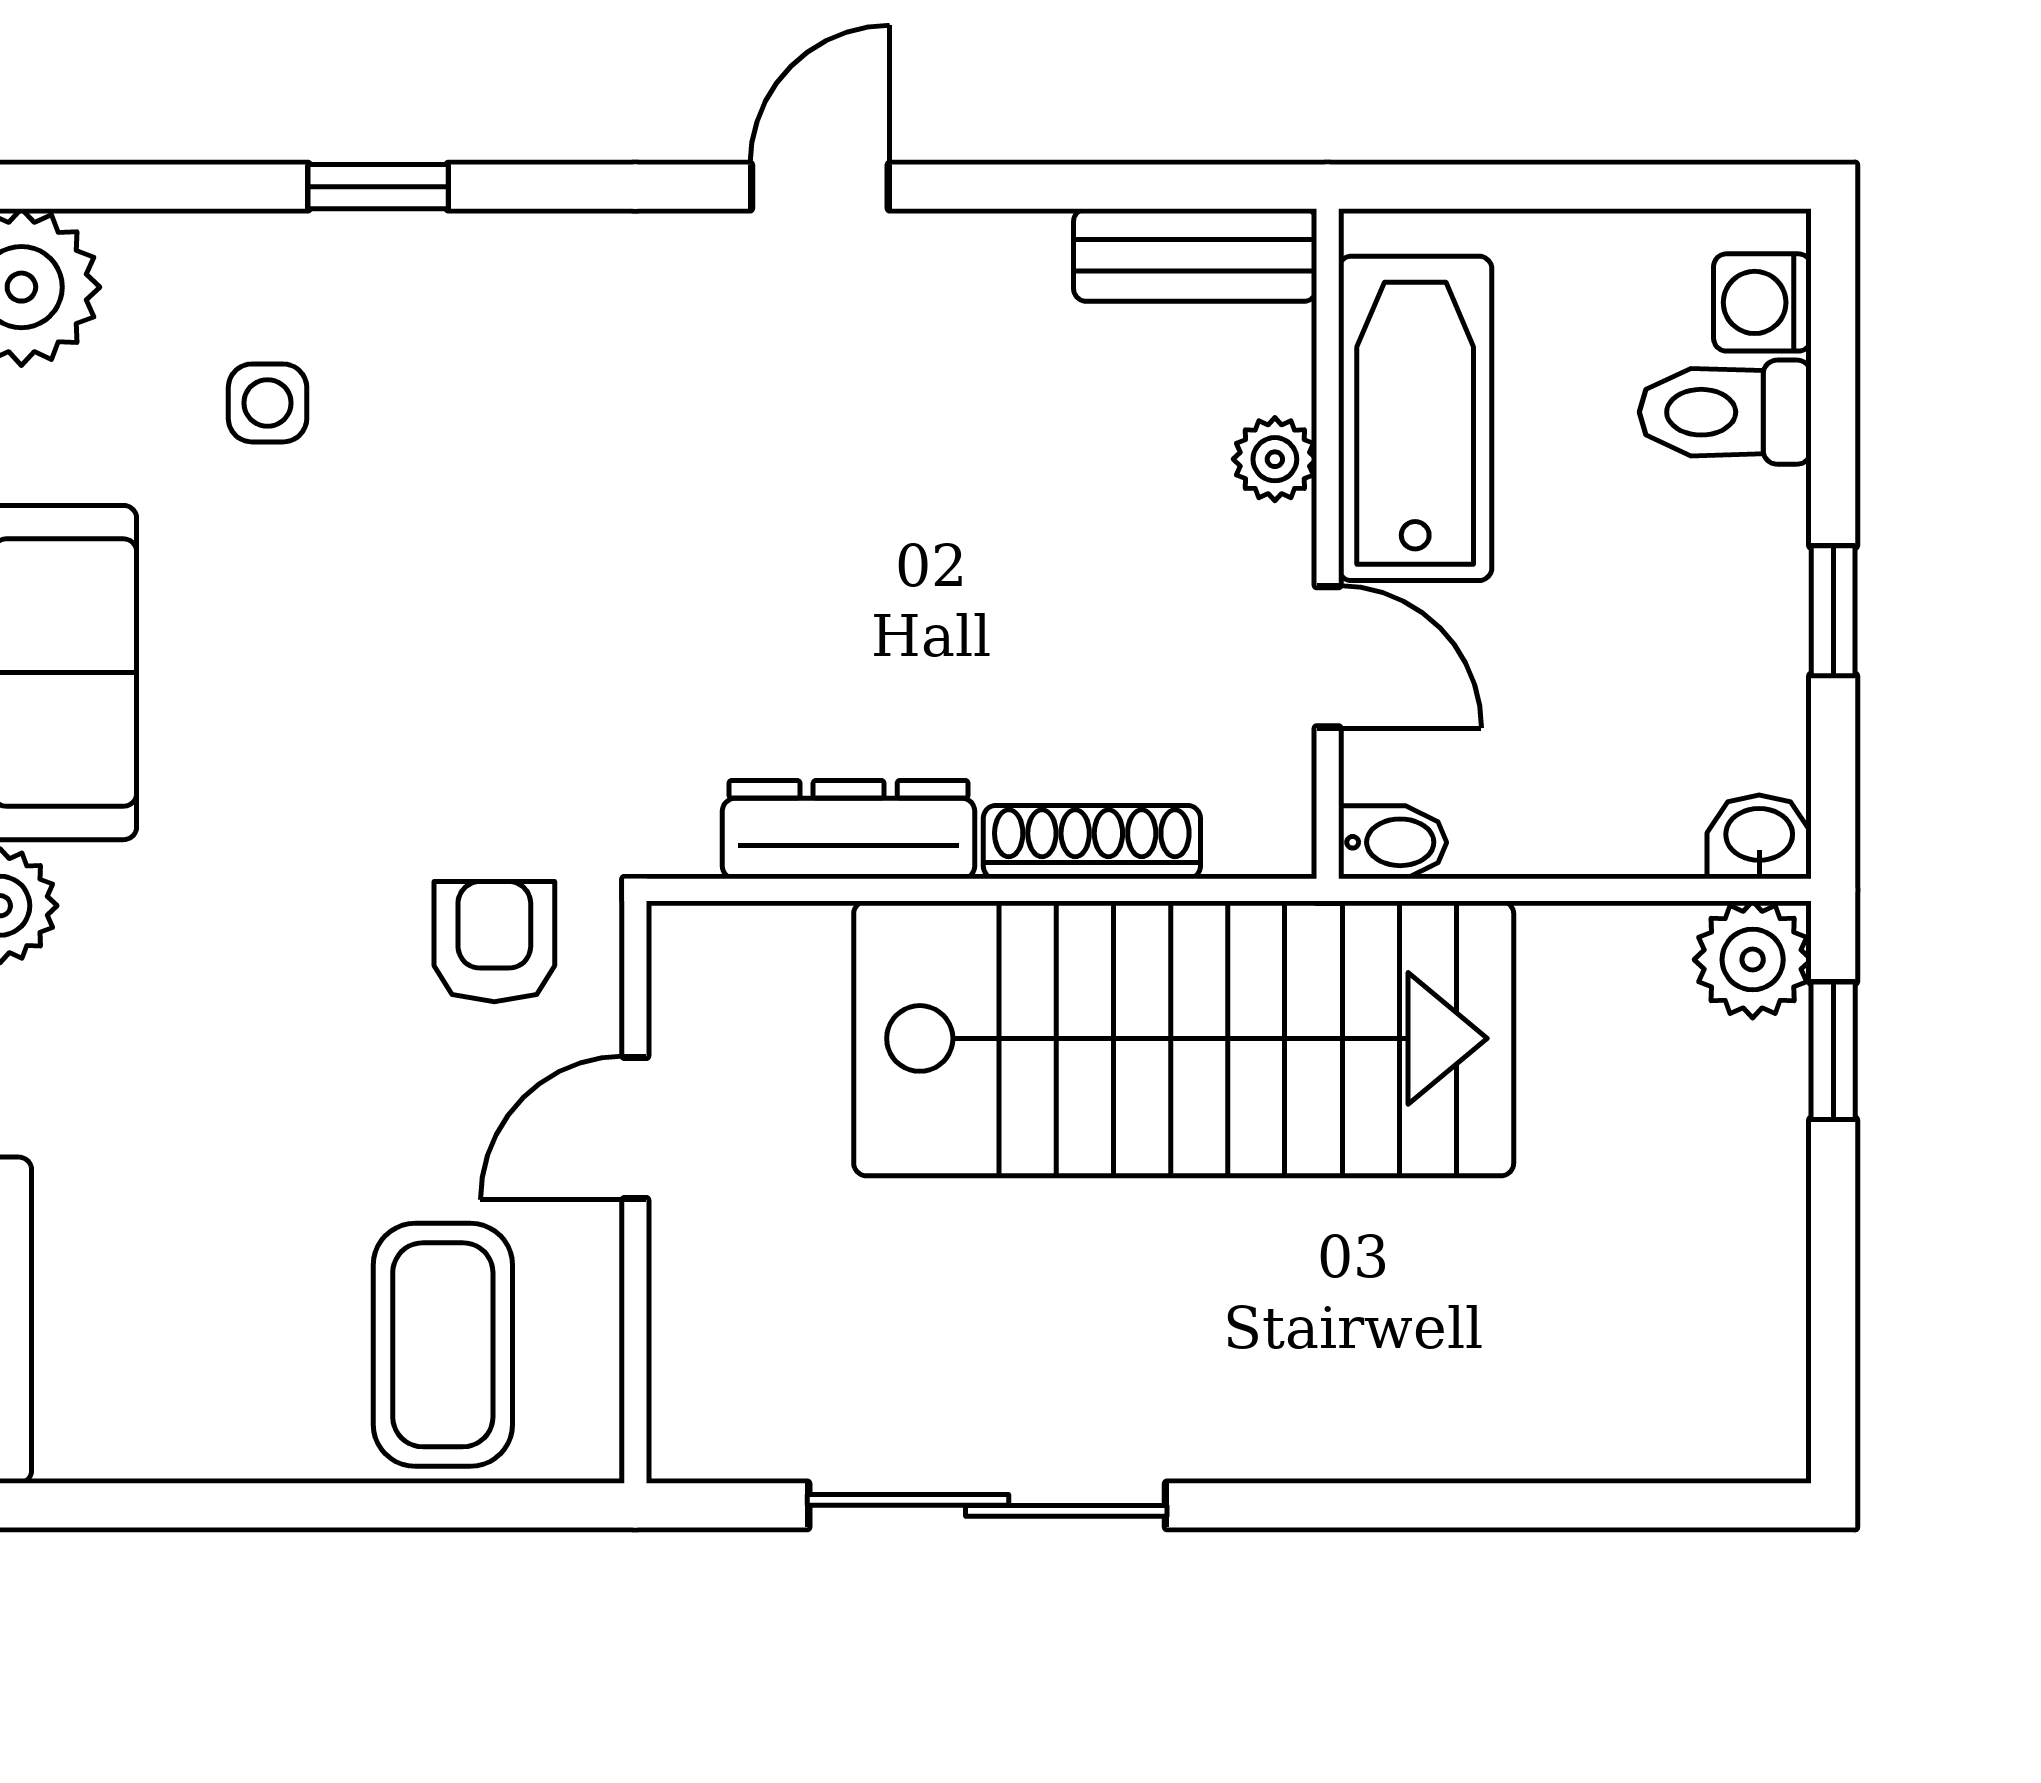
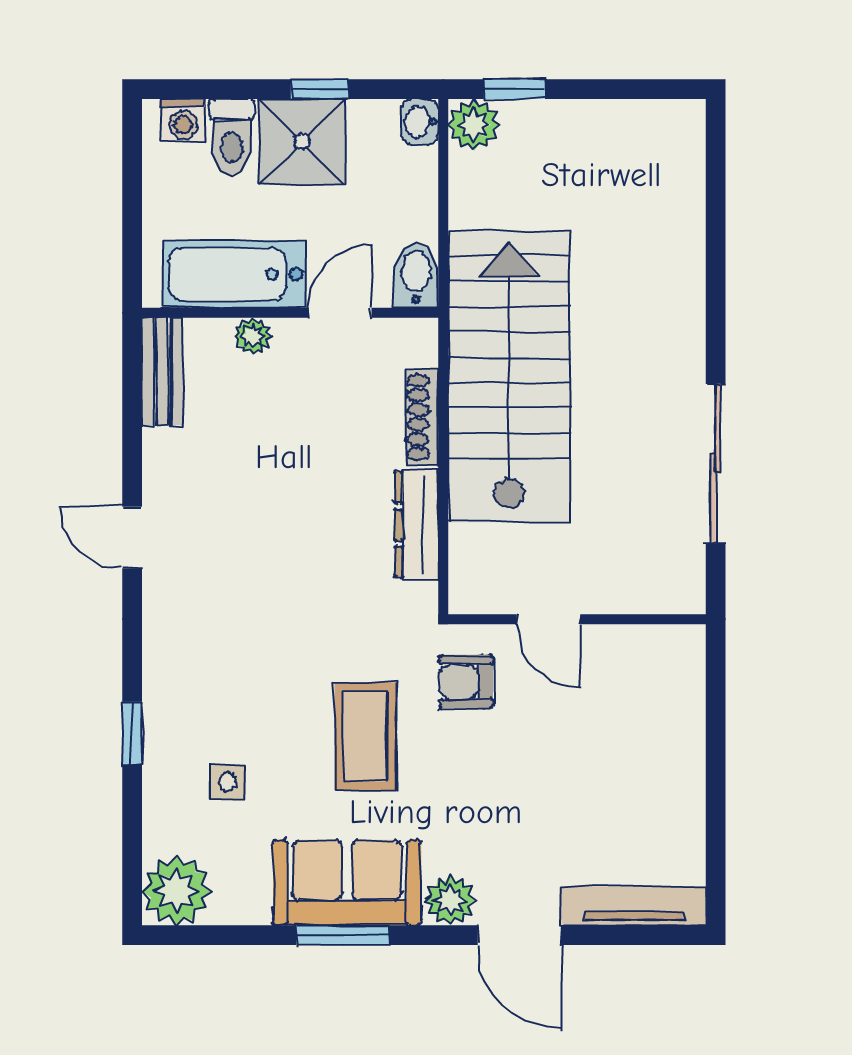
shower: (1714, 570) -> (302, 142), added
bidet: (1393, 842) -> (416, 275), width x1.38, depth x1.36
coffee table: (443, 1345) -> (365, 736), moved, turned 90

